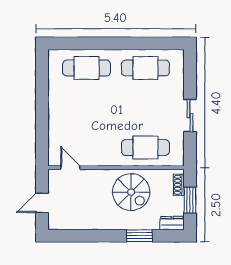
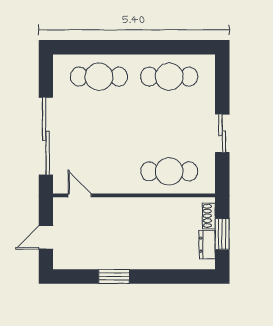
sliding door: (42, 118) -> (46, 136), added
spiral stairs: (131, 192) -> (152, 225), removed
dresser: (172, 223) -> (207, 245), moved, turned -90
window: (139, 236) -> (114, 277), moved

